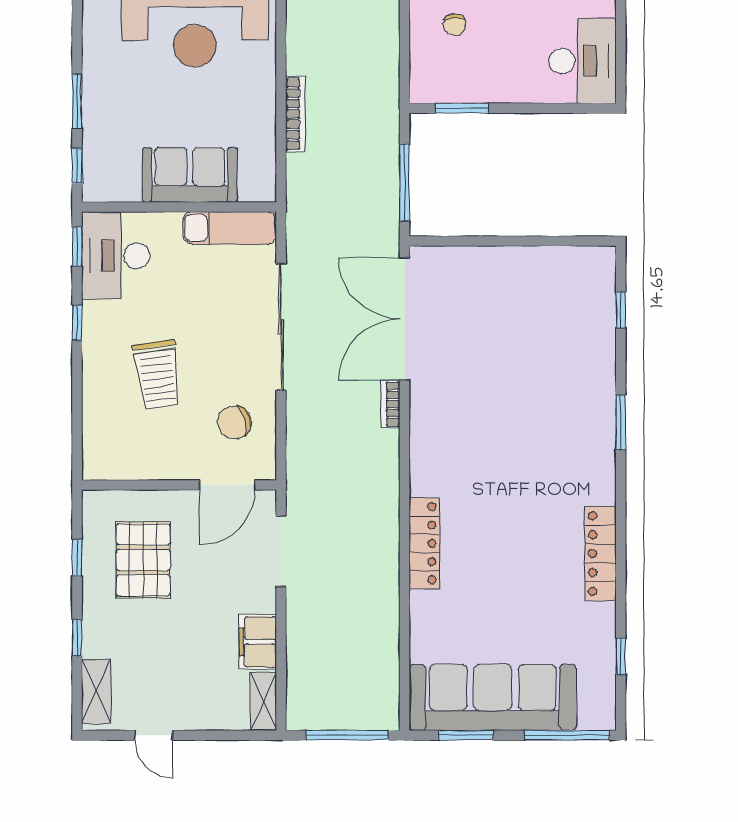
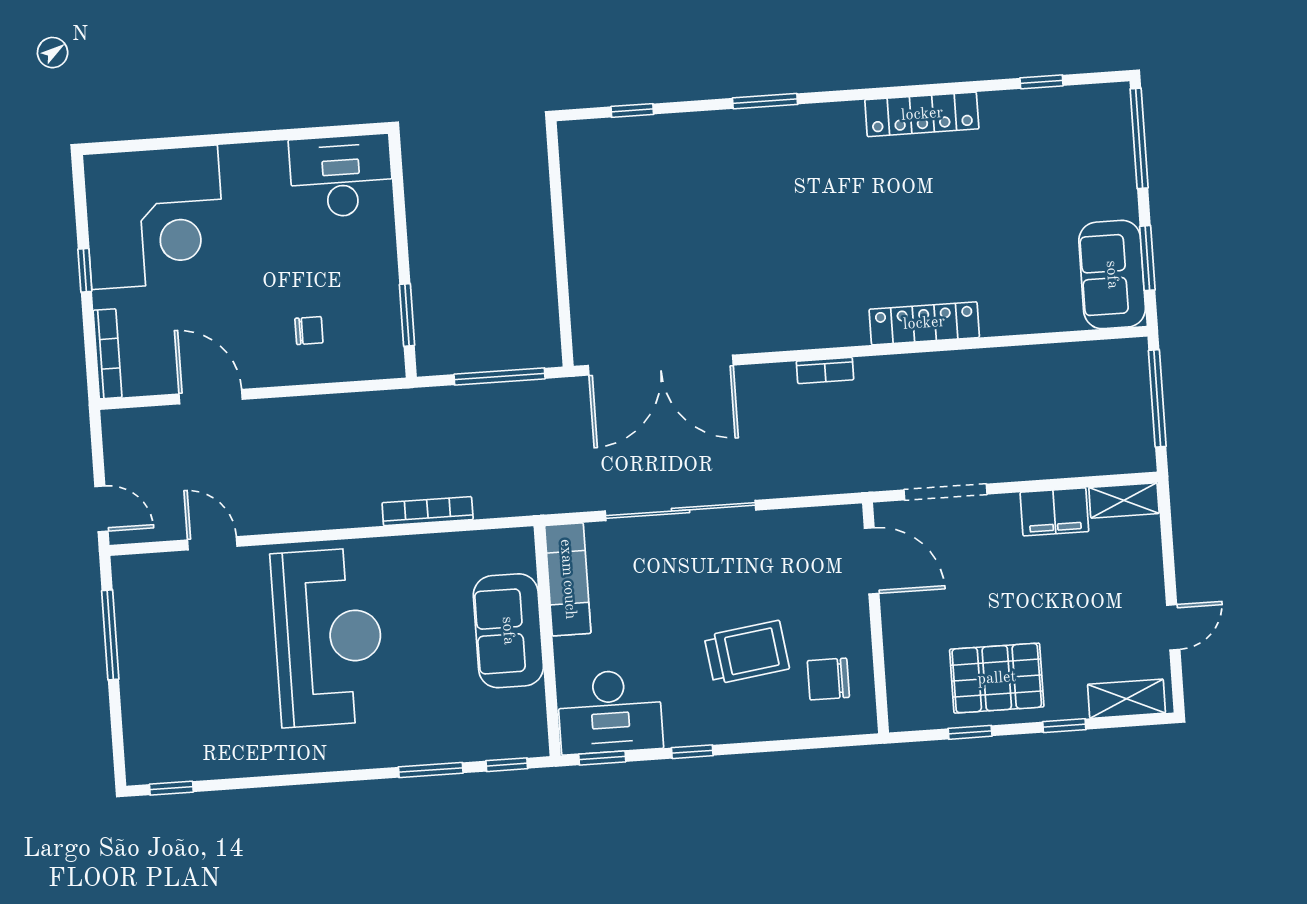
bookcase: (390, 404) -> (825, 370), moved
chair: (234, 422) -> (828, 679), moved, turned 106
pallet: (143, 560) -> (997, 678), moved
sofa: (493, 697) -> (1112, 275), width x0.54, depth x0.79

